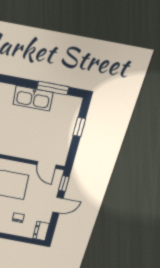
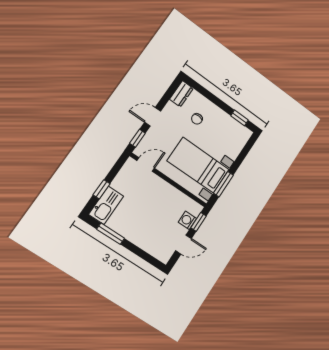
kitchen sink: (33, 98) -> (106, 205), moved, turned 90
door: (46, 165) -> (146, 164), hinge flipped

